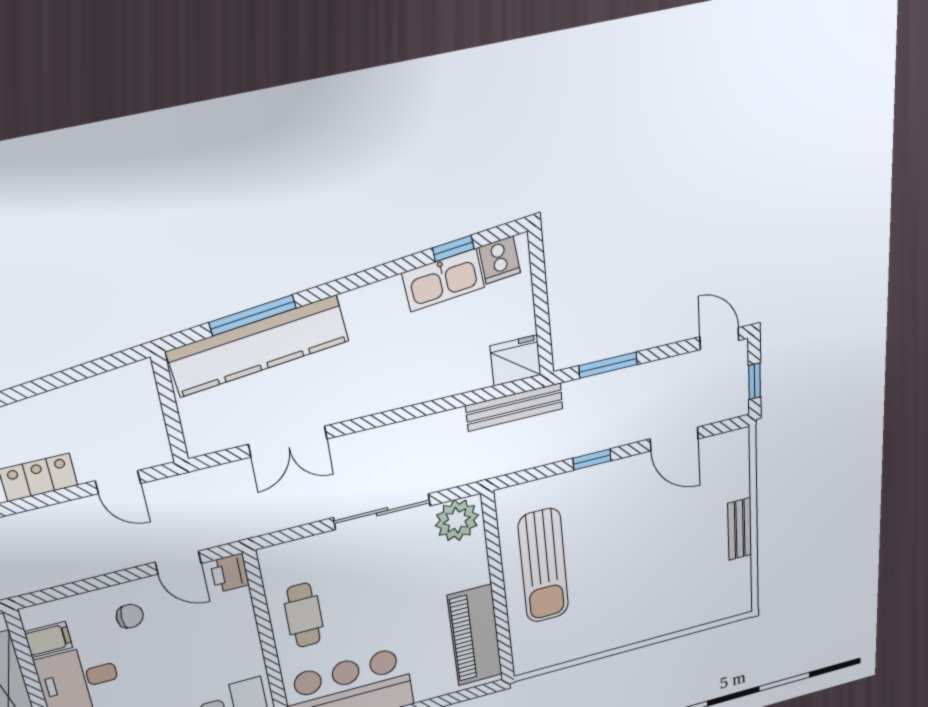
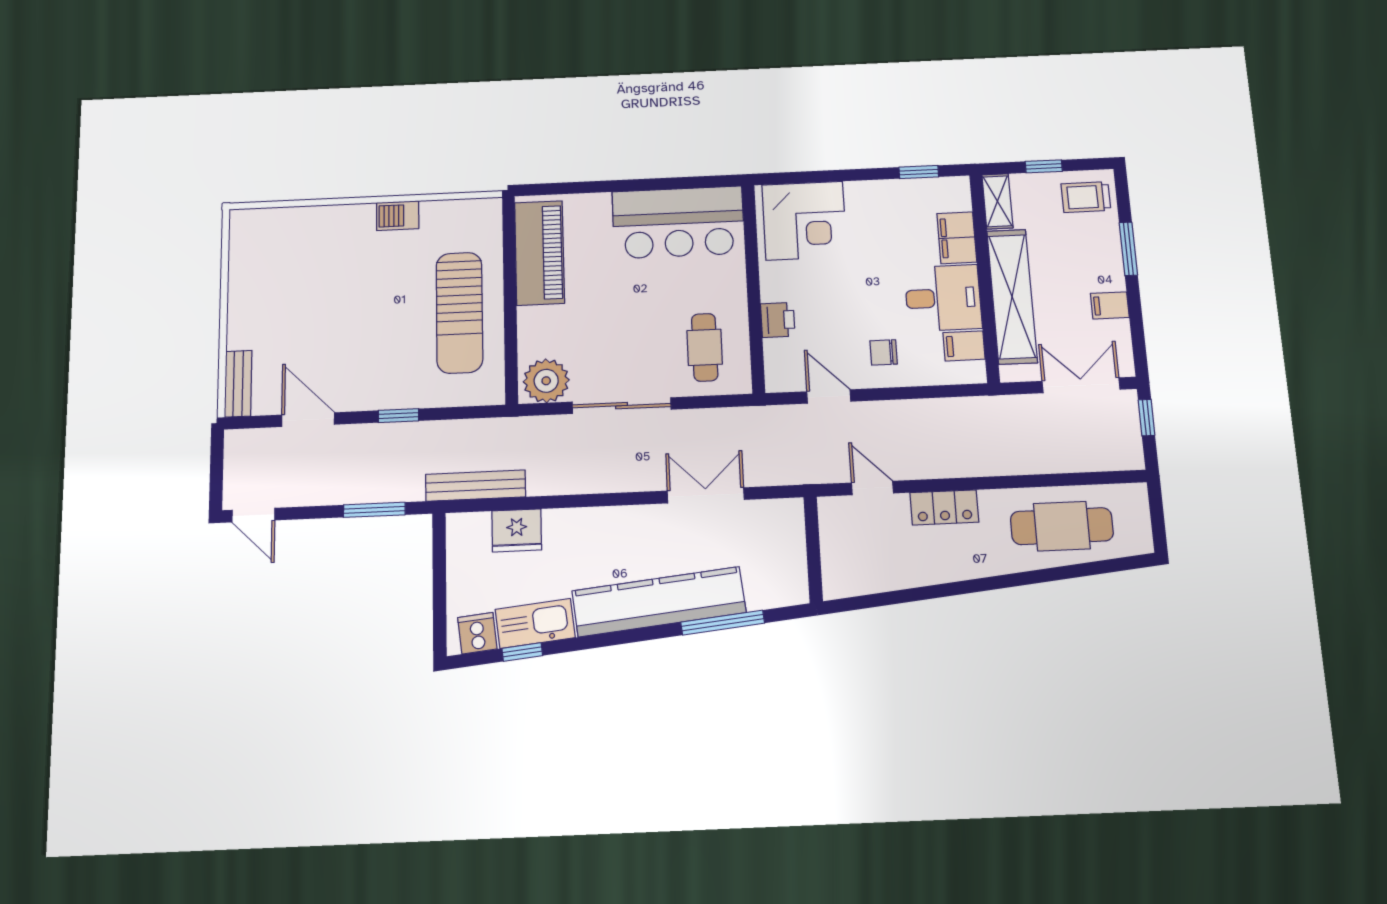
kitchen counter: (258, 346) -> (659, 602), moved
fridge: (516, 360) -> (517, 530), moved
window: (755, 381) -> (217, 464), removed
bench: (740, 529) -> (238, 384), moved
sun lounger: (543, 566) -> (459, 313), turned 180
printer: (230, 573) -> (778, 320), moved
cafe table: (304, 615) -> (705, 347), moved
barbecue: (606, 639) -> (398, 216), added

